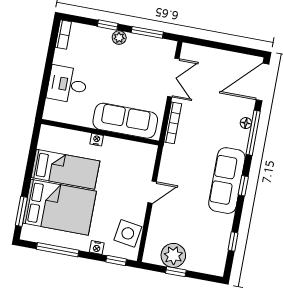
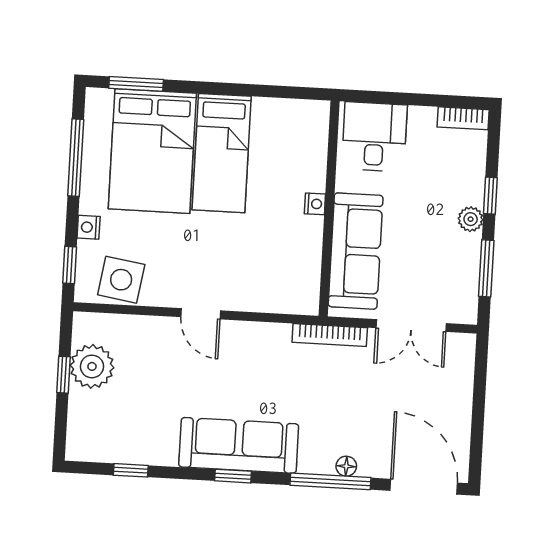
sofa: (125, 121) -> (356, 251), moved
wall: (100, 132) -> (329, 209), moved
nightstand: (97, 140) -> (315, 204), moved

